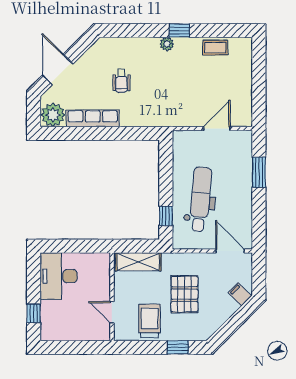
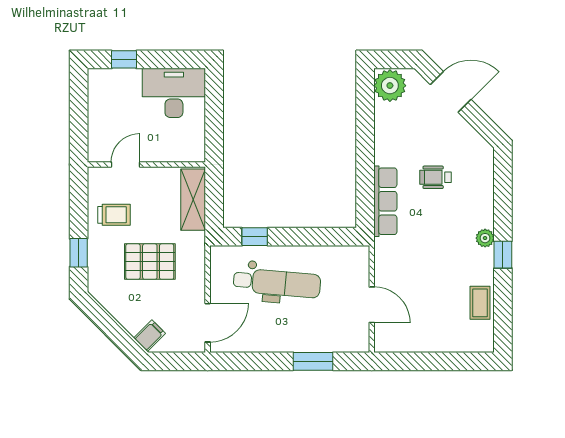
row of seats: (93, 118) -> (385, 201), moved
trolley: (150, 321) -> (114, 215), width x0.73, depth x0.72

